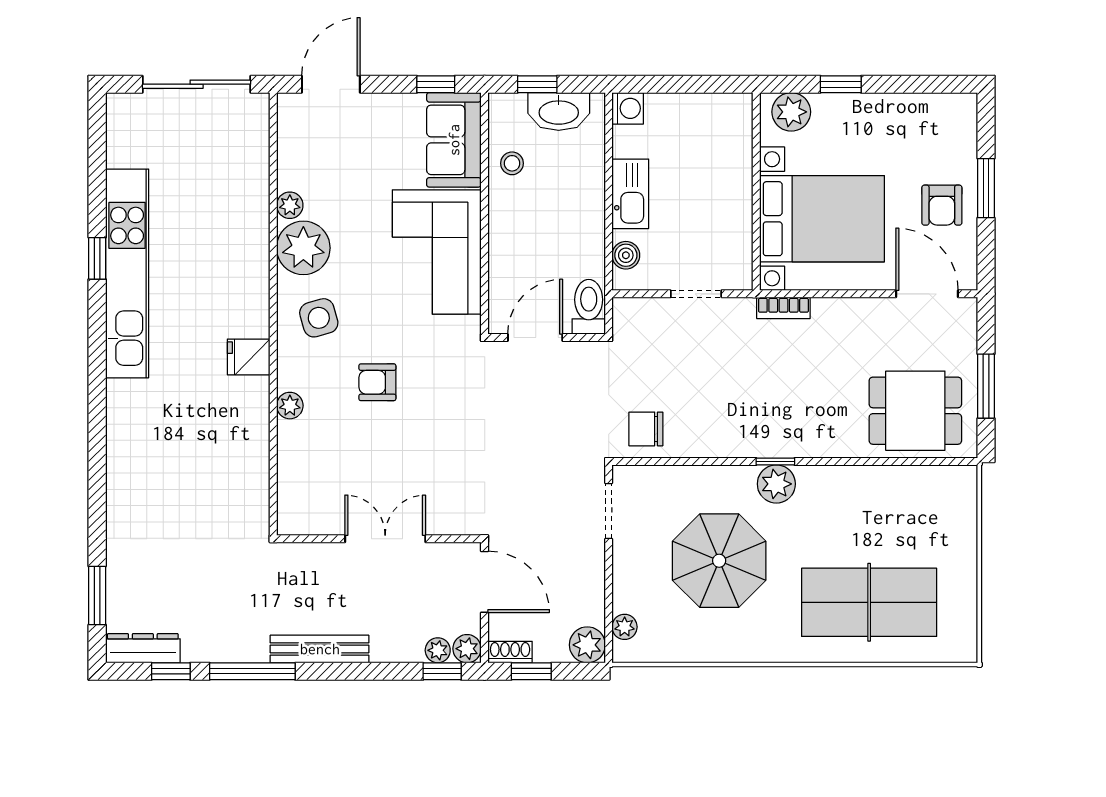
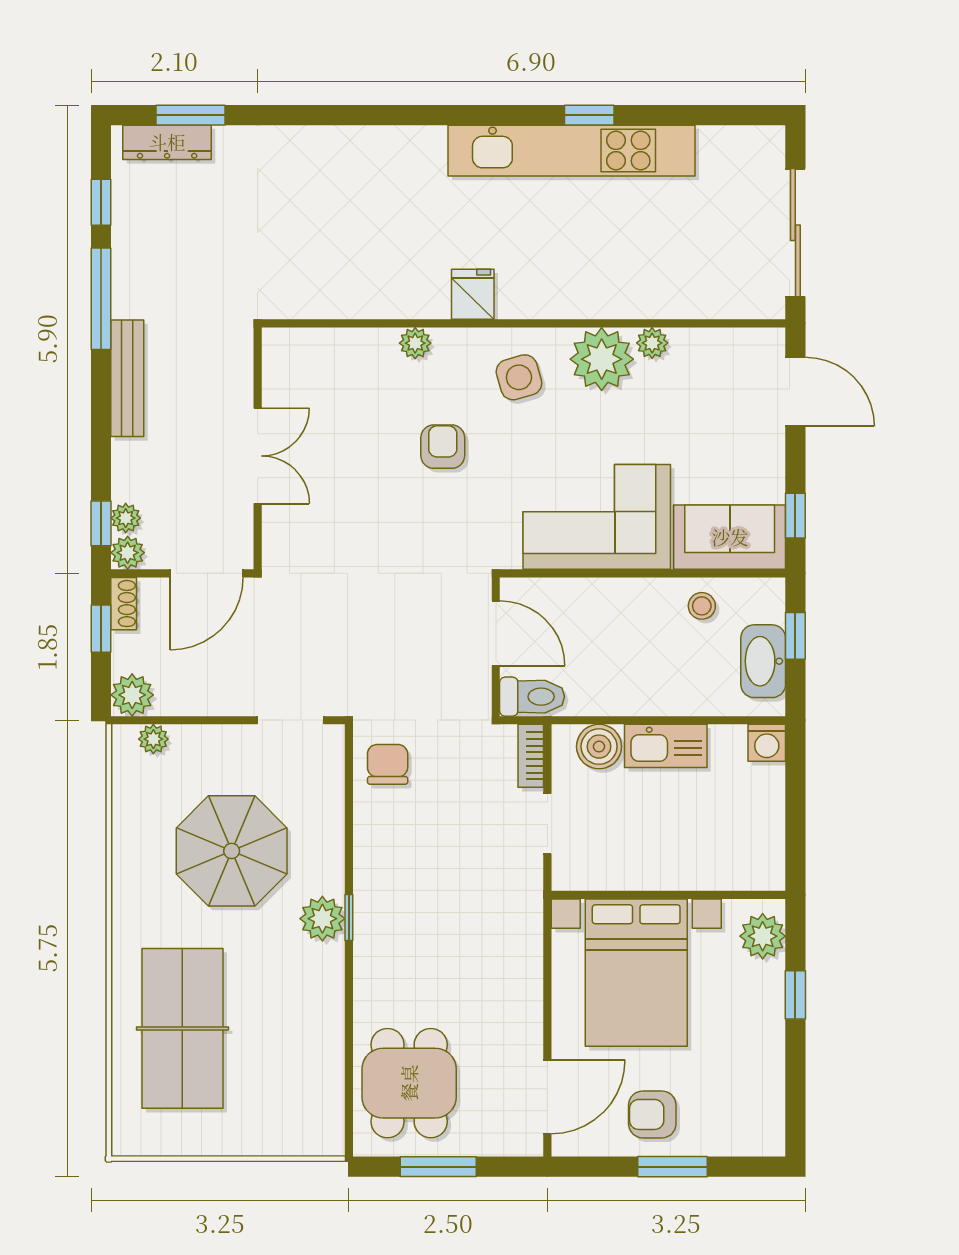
boiler: (626, 255) -> (599, 747), width x1.36, depth x1.36
bookcase: (783, 308) -> (531, 756), moved
dresser: (143, 648) -> (167, 142), moved, turned 90

